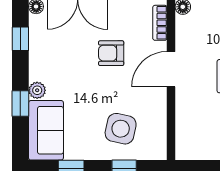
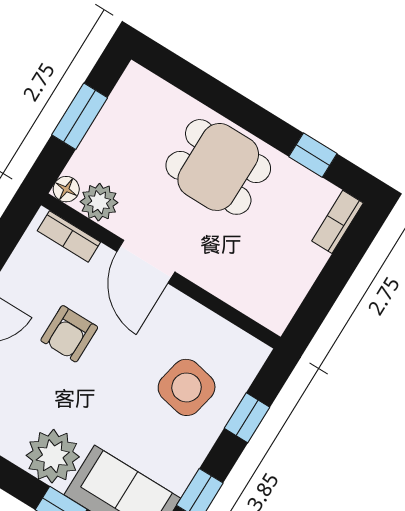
plant: (186, 27) -> (99, 202), added
plant: (37, 90) -> (53, 456), width x1.87, depth x1.87

